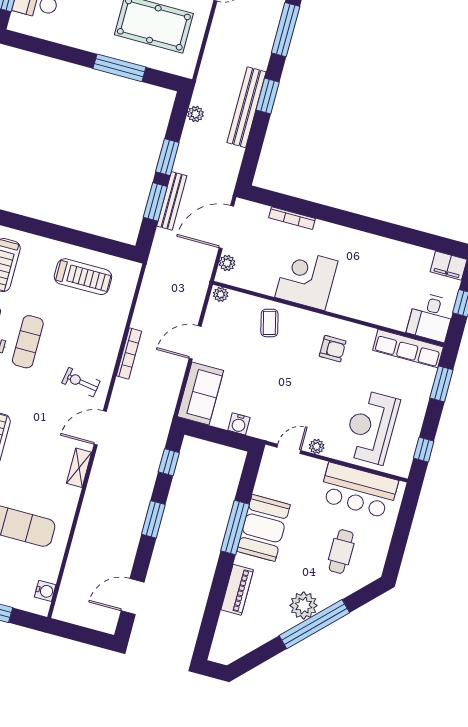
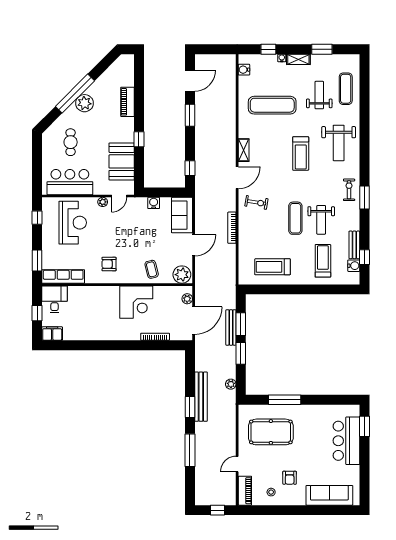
plant: (221, 294) -> (182, 275), width x1.88, depth x1.88
window: (153, 519) -> (190, 115), moved
window: (235, 528) -> (139, 139), width x0.46
booth: (263, 528) -> (122, 161), moved

